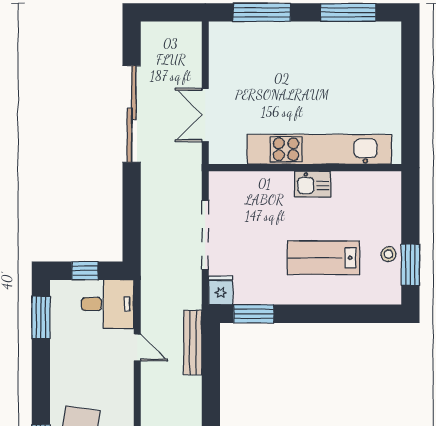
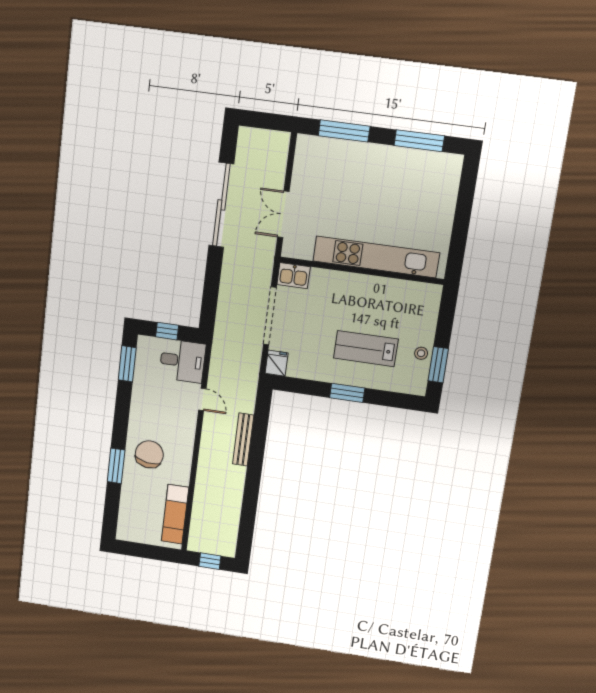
kitchen sink: (313, 184) -> (294, 276), moved
window: (254, 314) -> (347, 393), moved
bench: (193, 342) -> (243, 440), moved

